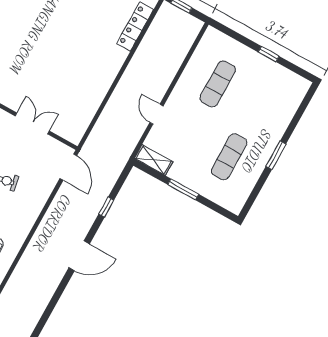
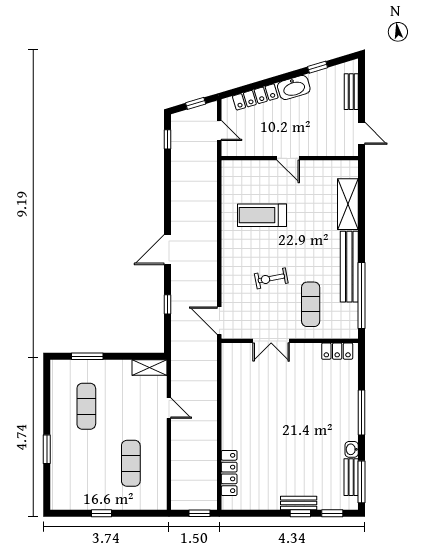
window: (276, 155) -> (47, 449), moved
window: (183, 189) -> (87, 356), moved

